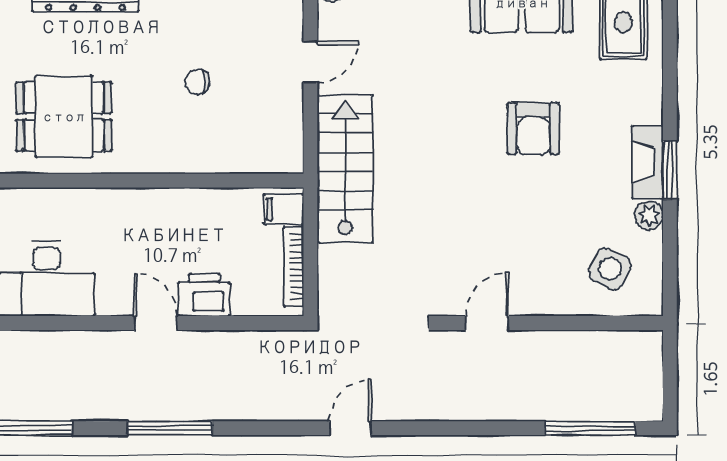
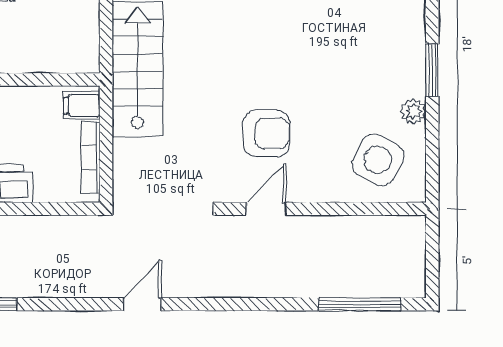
armchair: (533, 129) -> (266, 133), moved, turned -90
fireplace: (648, 162) -> (412, 63), removed
side table: (610, 269) -> (378, 160), width x1.37, depth x1.37

